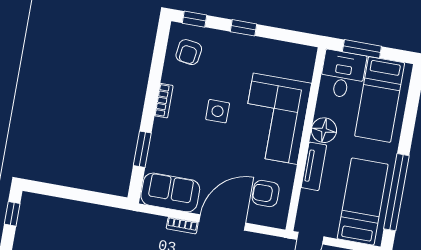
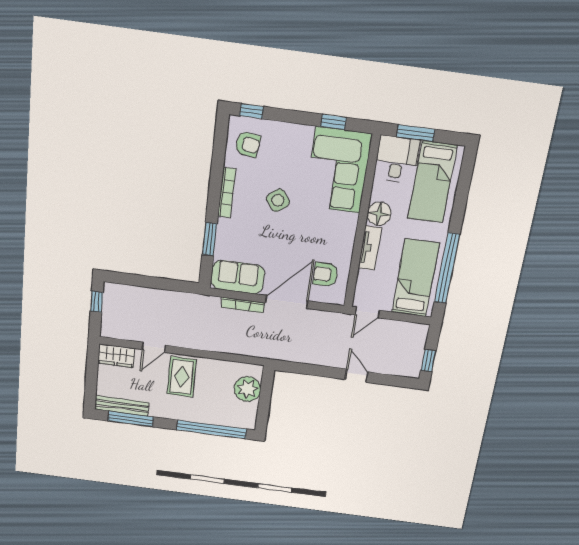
window: (243, 28) -> (334, 122), moved
armchair: (189, 52) -> (248, 144), turned -90
bookcase: (164, 101) -> (227, 193), width x1.56
side table: (218, 111) -> (278, 200), turned -36
corner sofa: (275, 119) -> (338, 170), moved
bookcase: (182, 226) -> (243, 305), width x1.56

